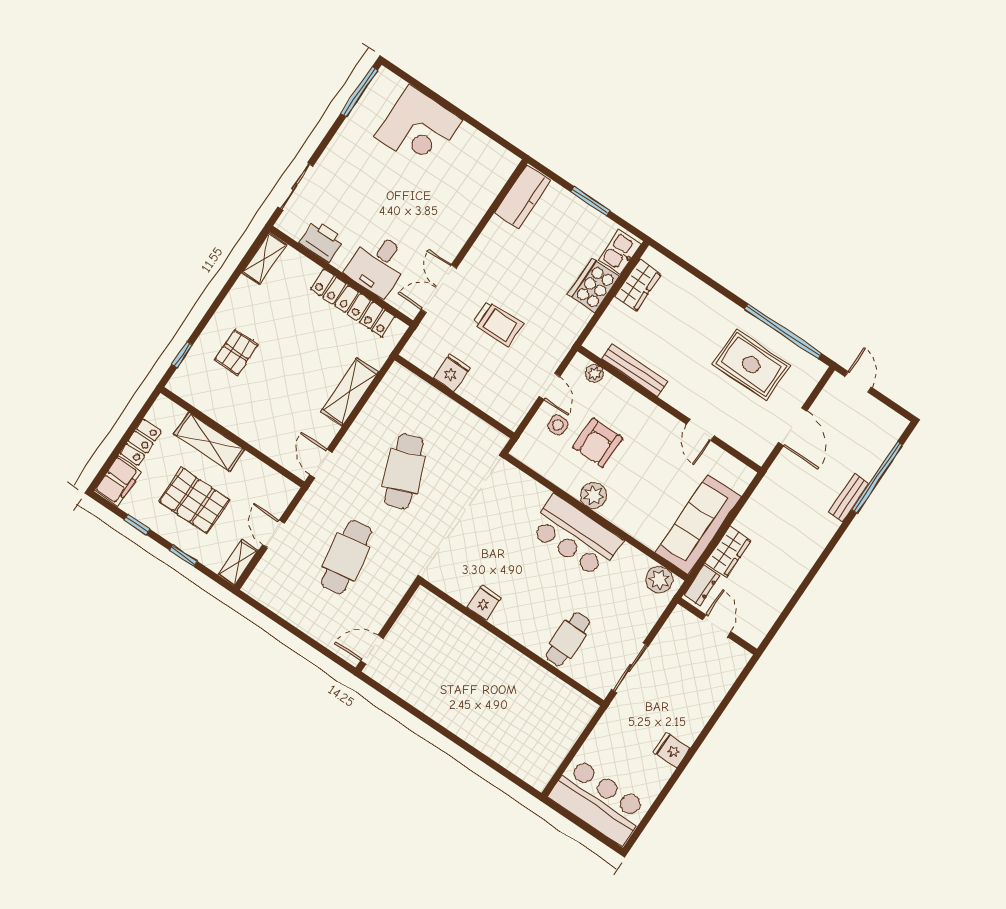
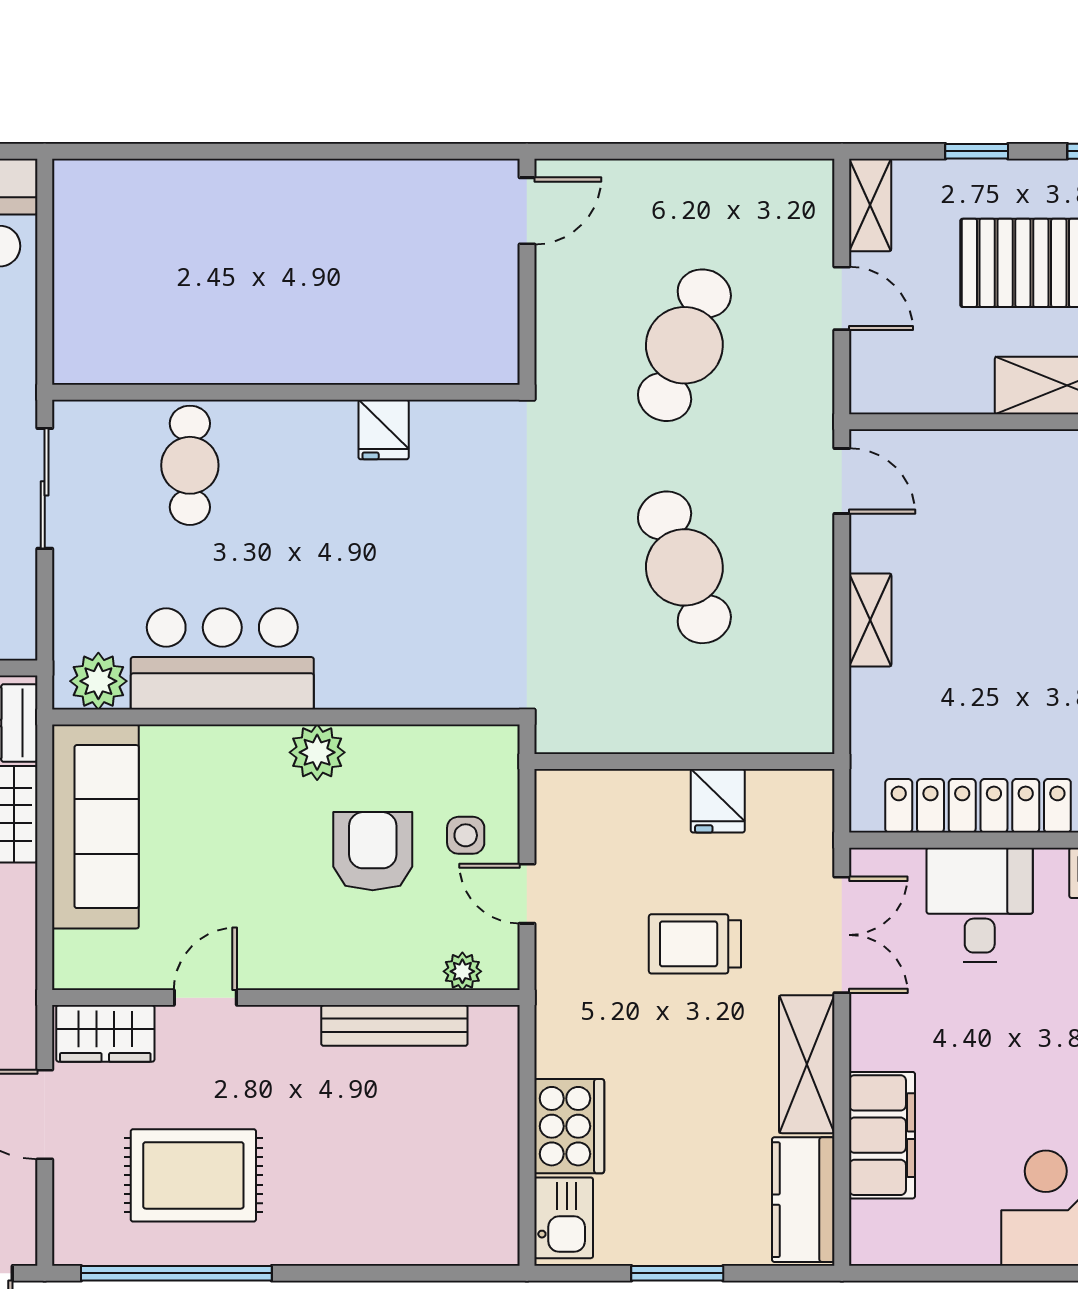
filing cabinet: (475, 201) -> (882, 1135), added
shelving: (486, 248) -> (807, 1064), added
wardrobe: (638, 285) -> (105, 1033), moved, turned -90
shelving: (349, 392) -> (870, 620), width x0.67, depth x0.75
door: (700, 430) -> (205, 998), hinge flipped
bar counter: (576, 536) -> (222, 659), moved
cafe table: (346, 557) -> (684, 345), turned 30

